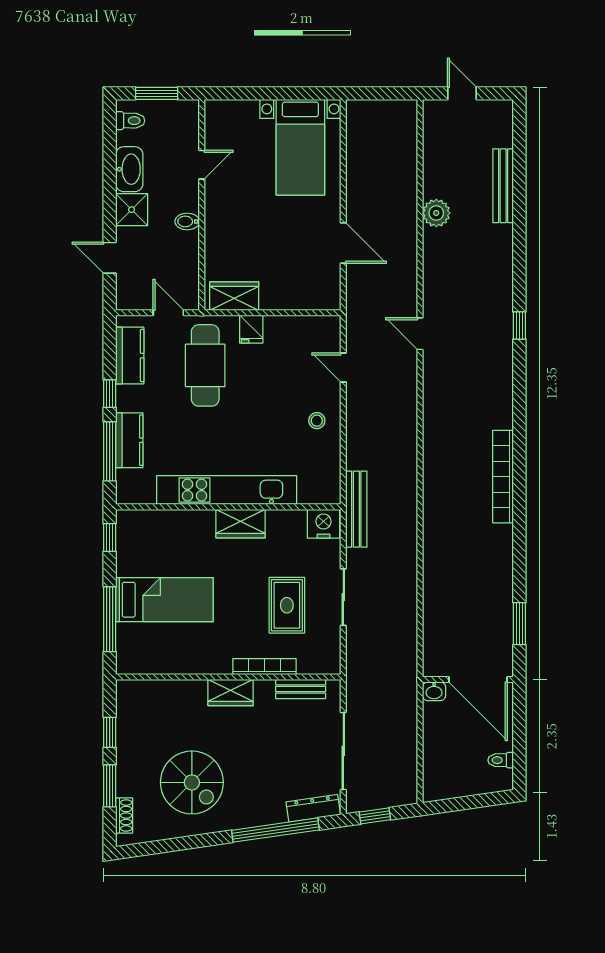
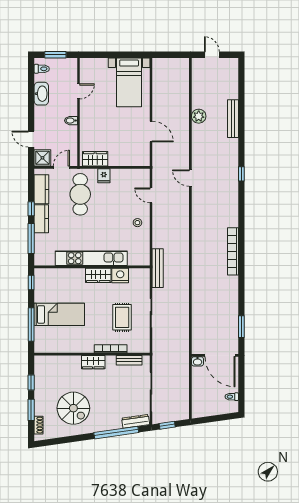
bench: (503, 186) -> (233, 119), moved
shower: (132, 210) -> (42, 158), moved
door: (168, 313) -> (61, 167), hinge flipped
kitchen counter: (129, 440) -> (41, 219), moved
nightstand: (323, 524) -> (120, 276), moved

